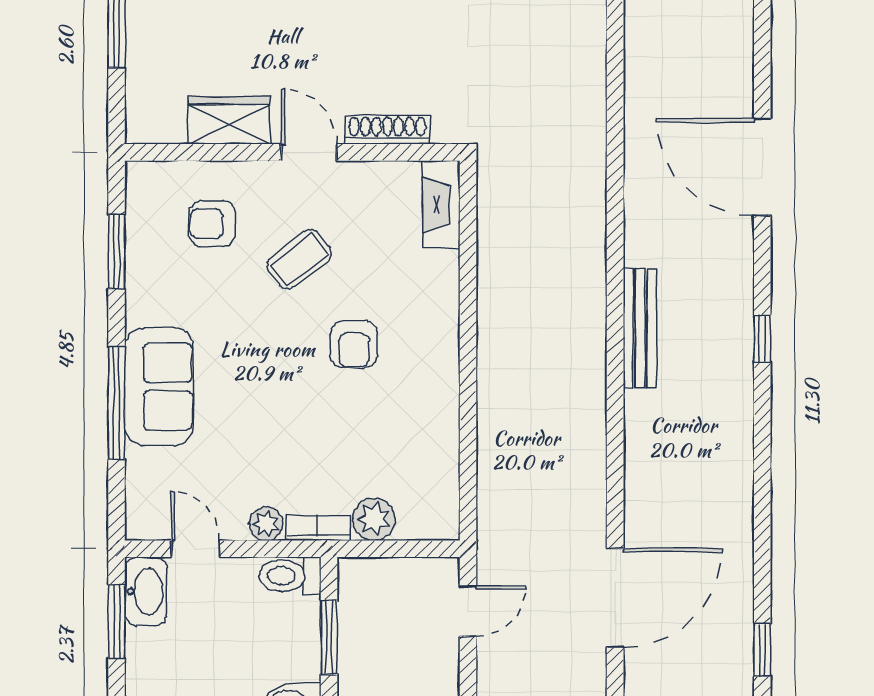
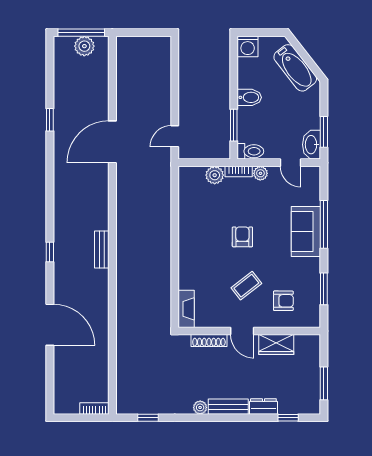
bench: (640, 328) -> (102, 250), width x0.73
armchair: (354, 344) -> (242, 237), moved

